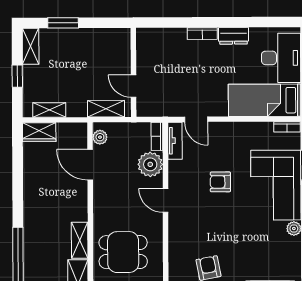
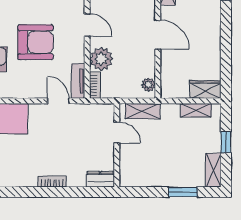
dresser: (233, 36) -> (100, 179), moved
door: (90, 165) -> (158, 35), moved
armchair: (220, 182) -> (36, 42), width x1.88, depth x1.88

